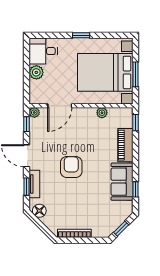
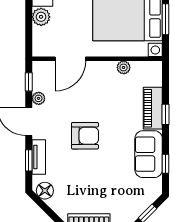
plant: (34, 112) -> (39, 98), moved
window: (135, 123) -> (166, 114), moved
armchair: (71, 167) -> (85, 136), turned 90

